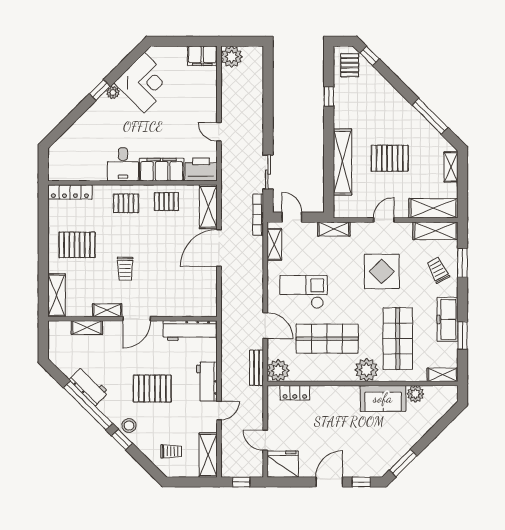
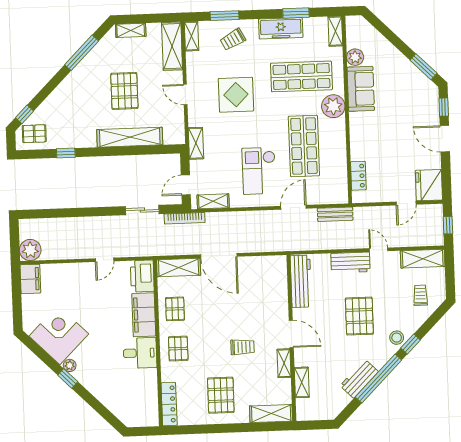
shelving: (435, 231) -> (192, 36), width x0.67, depth x0.75
plant: (278, 371) -> (337, 193), removed

